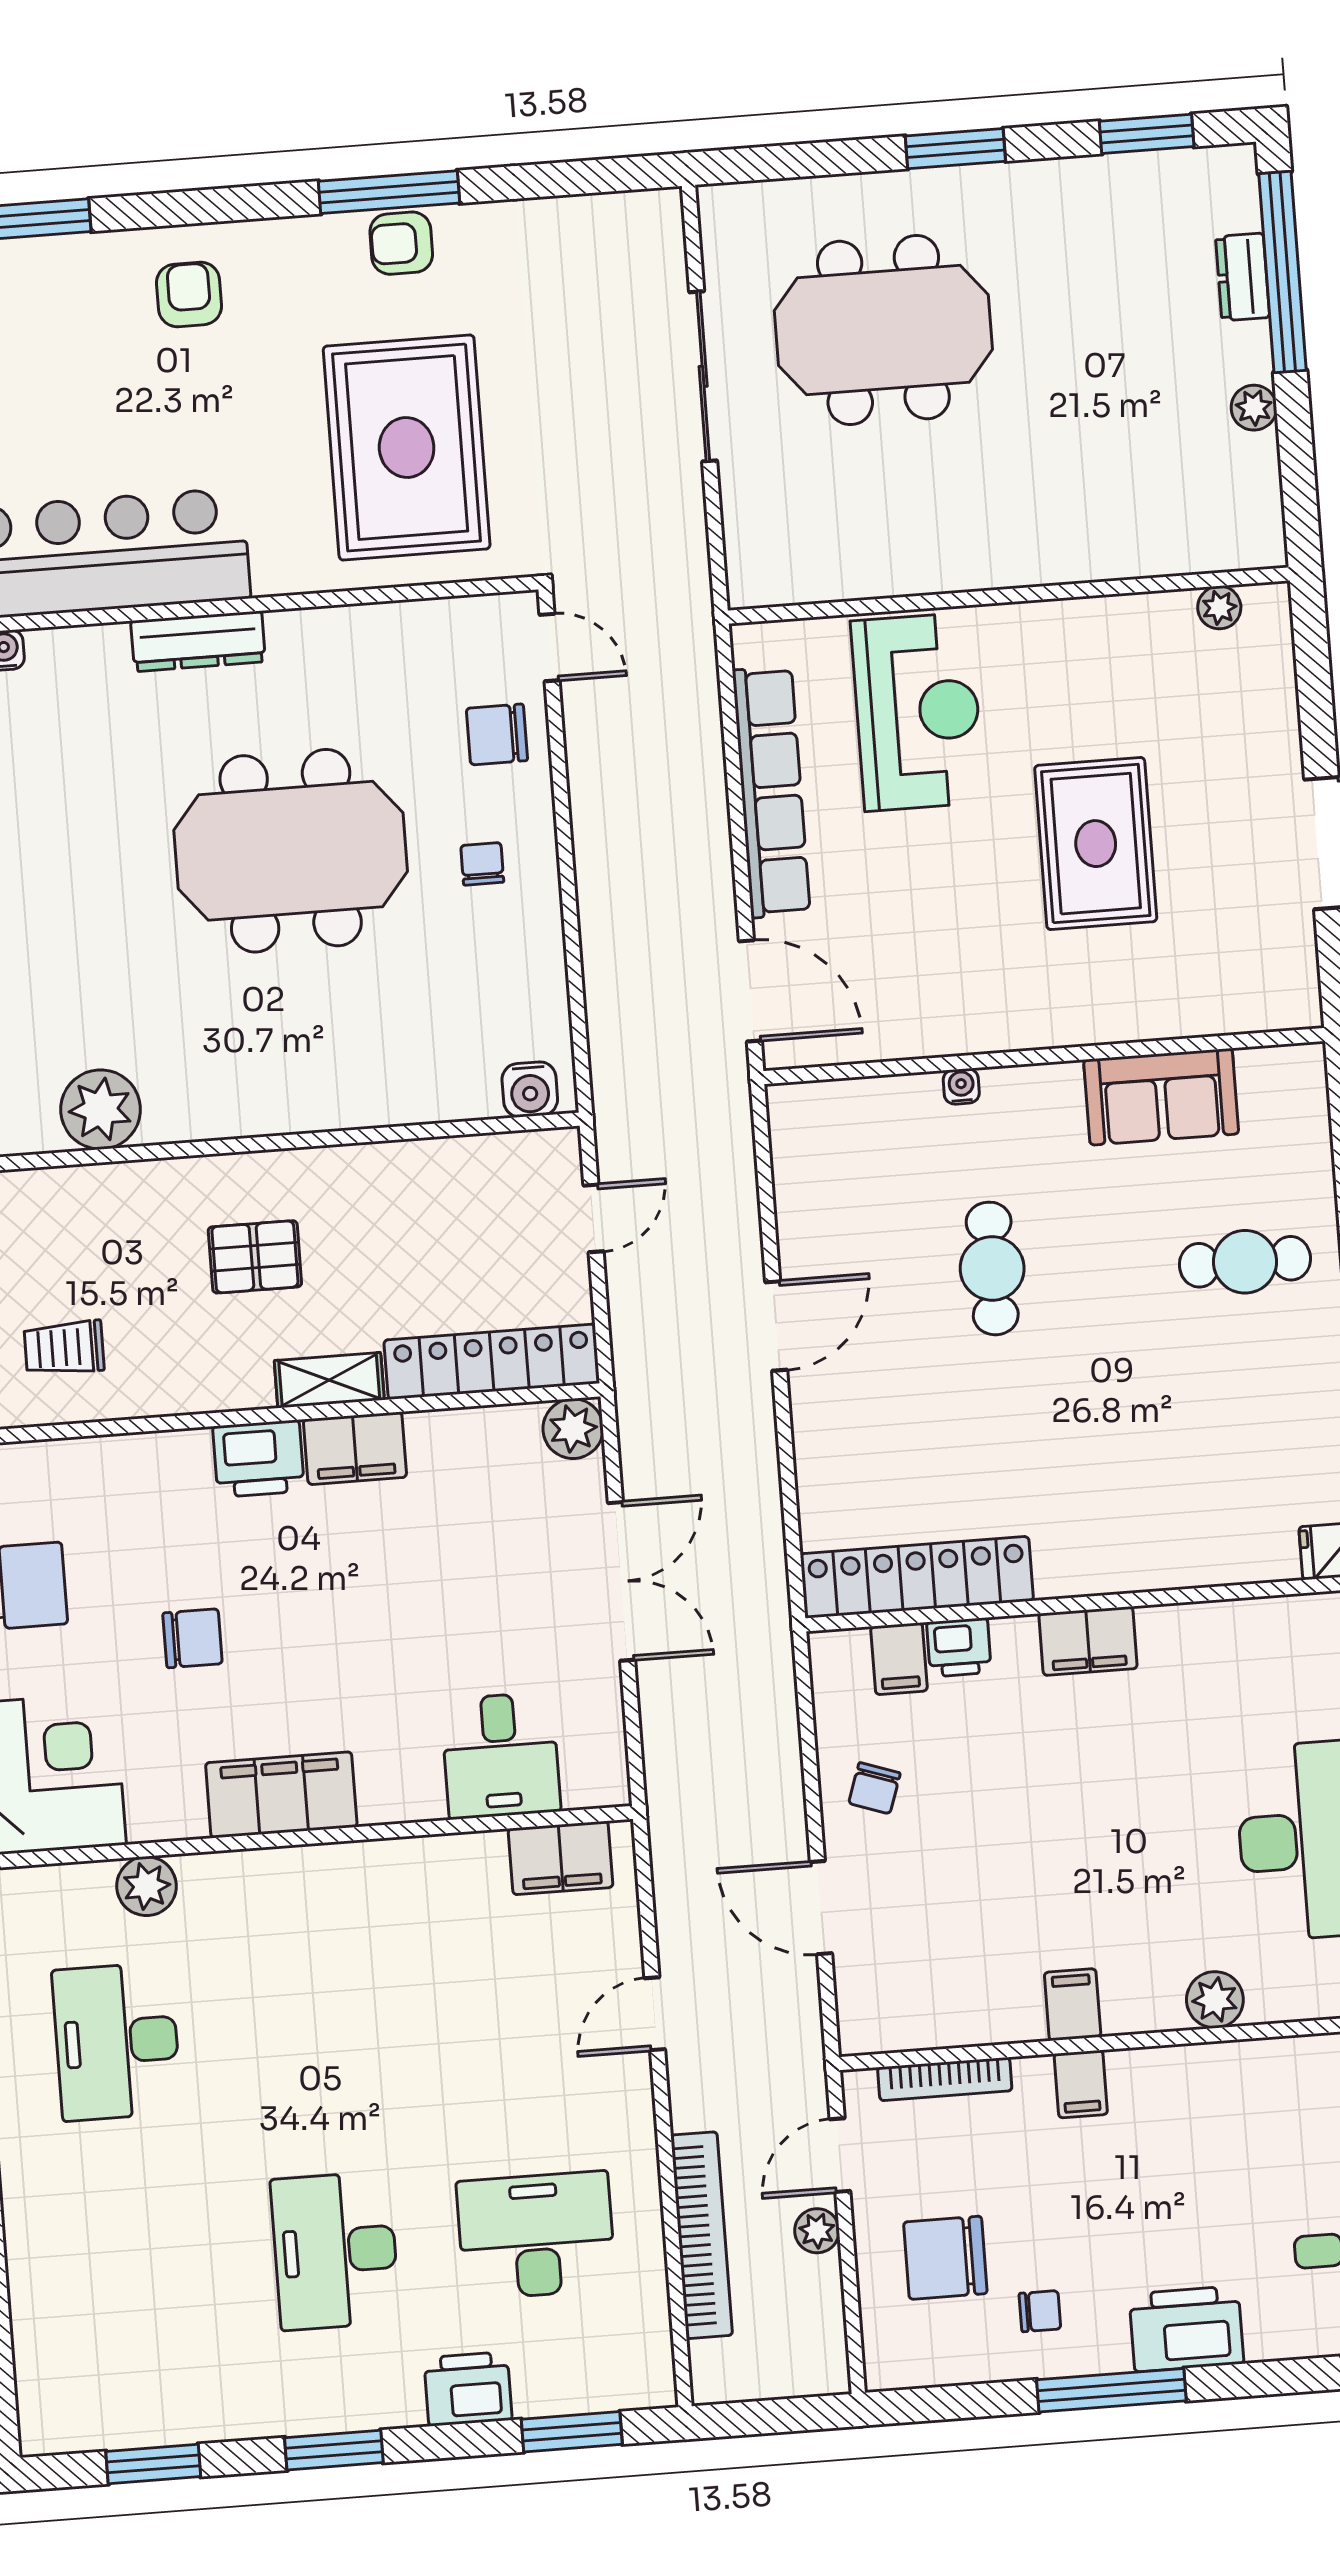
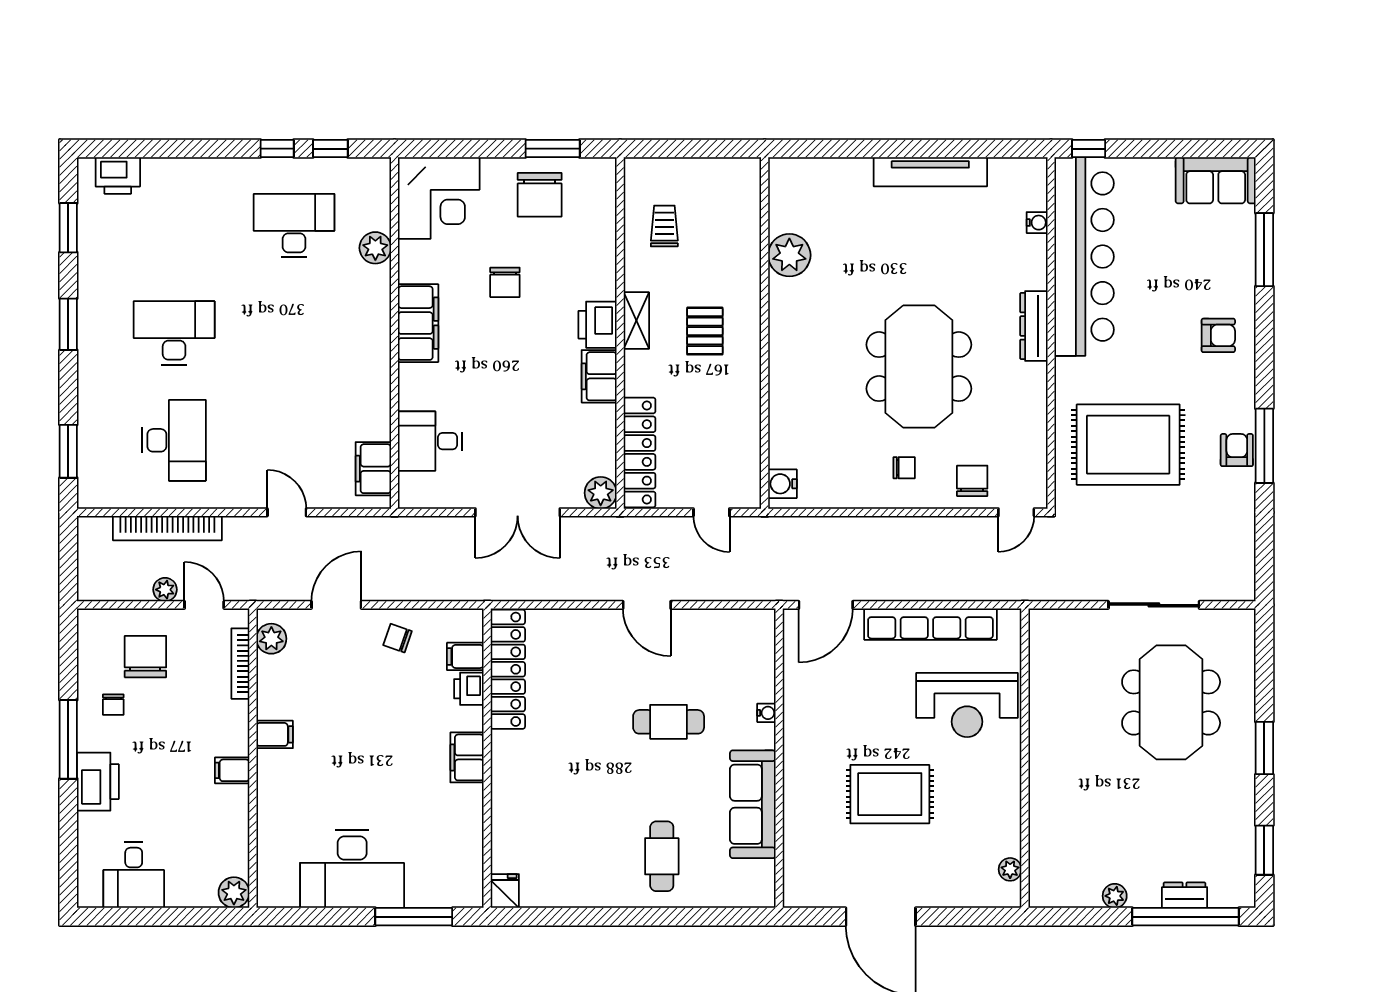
sofa: (1161, 1097) -> (753, 804), width x1.36
shelving: (329, 1380) -> (636, 321), moved
plant: (1215, 2000) -> (271, 639), moved
filing cabinet: (1081, 2084) -> (232, 770), moved
printer: (468, 2389) -> (118, 176), moved, turned 90

